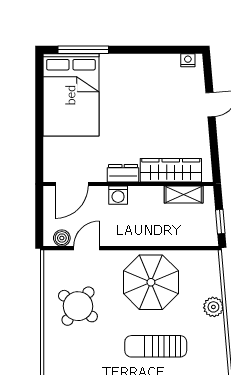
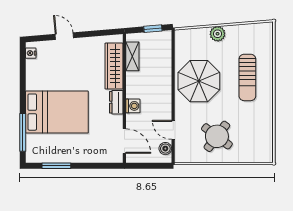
window: (39, 94) -> (56, 166), added
bed: (71, 95) -> (57, 112), moved

